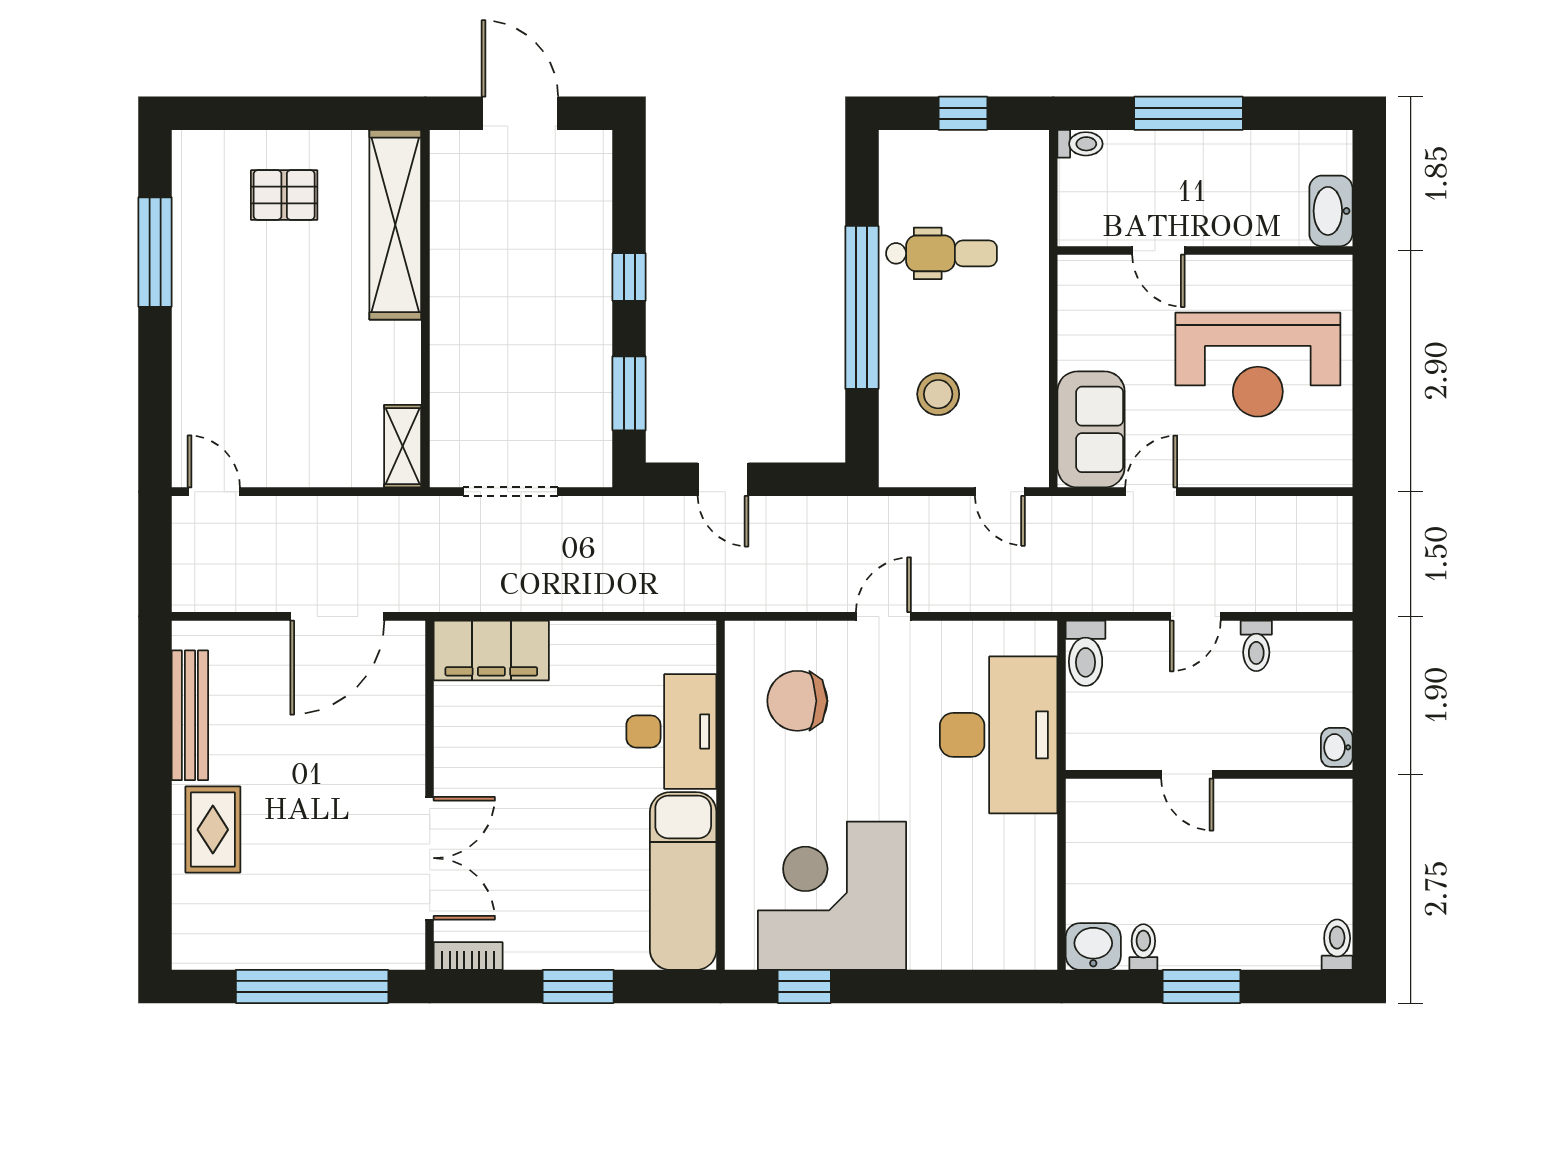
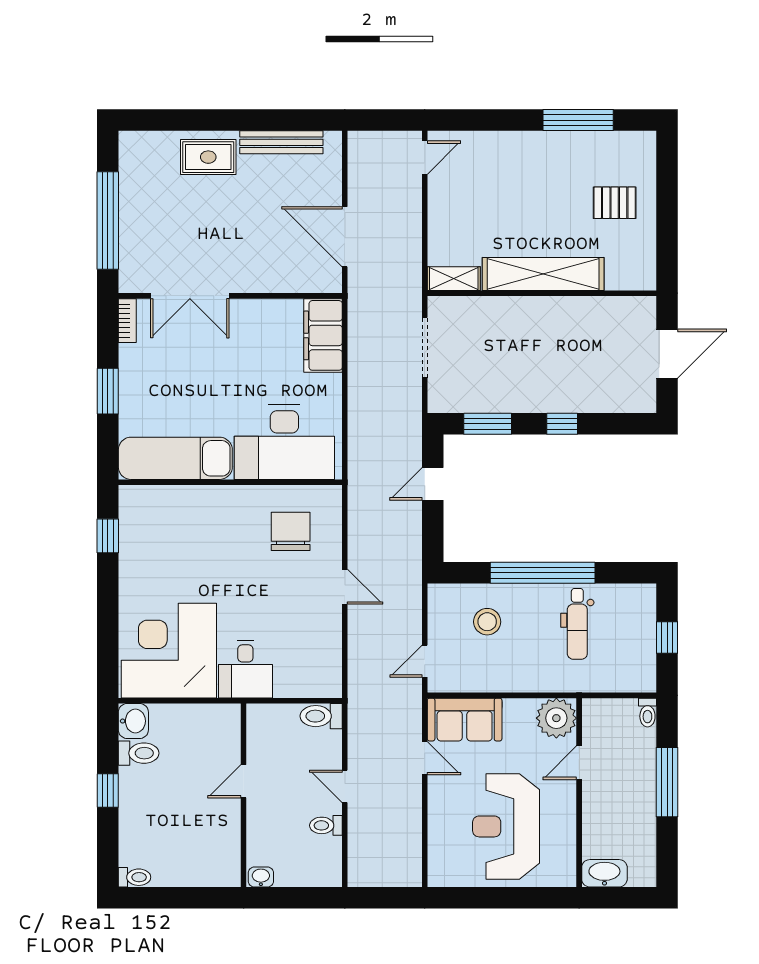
pallet: (284, 195) -> (615, 203), turned 90
shelving: (395, 225) -> (543, 274), moved
plant: (1089, 286) -> (556, 718), added
desk: (671, 731) -> (284, 442), width x1.36, depth x1.30
desk: (999, 735) -> (245, 669), width x0.53, depth x0.77
corner desk: (832, 896) -> (169, 651), moved, turned -90
toilet: (1143, 947) -> (139, 753), width x1.37, depth x1.39
window: (1202, 986) -> (108, 790), width x0.67

